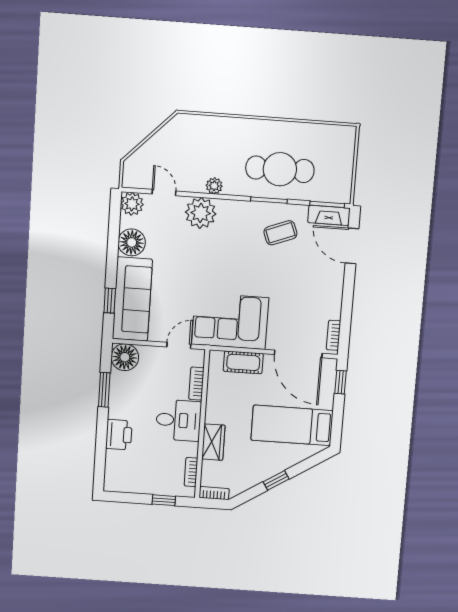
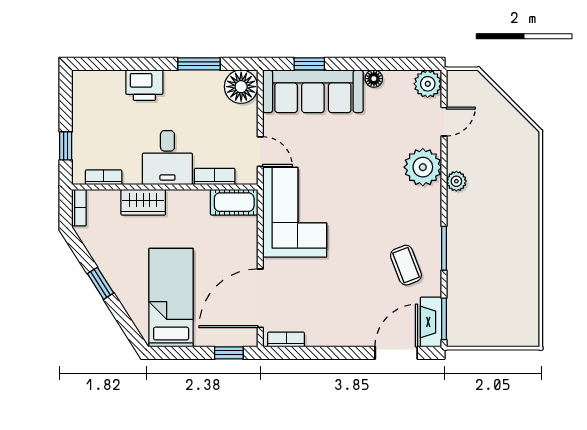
cafe table: (280, 169) -> (482, 259), removed
floor lamp: (132, 242) -> (374, 79), width x0.53, depth x0.53
cot: (243, 362) -> (234, 202), moved, turned 90

